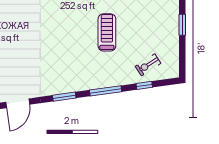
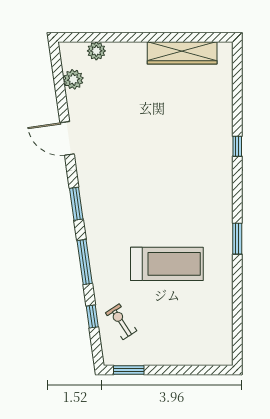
window: (182, 25) -> (129, 370), moved
treadmill: (107, 32) -> (167, 264), width x1.37, depth x1.38

